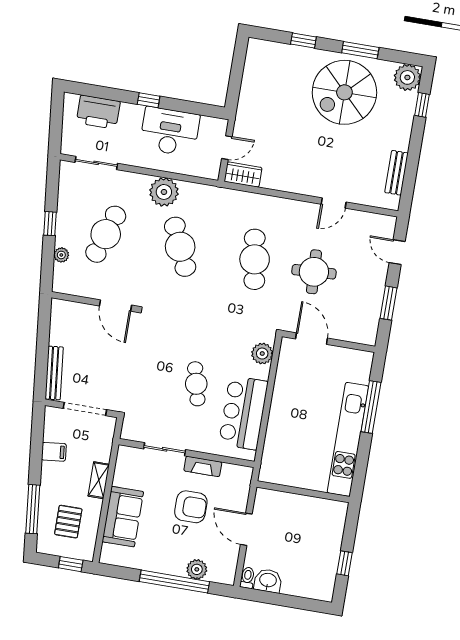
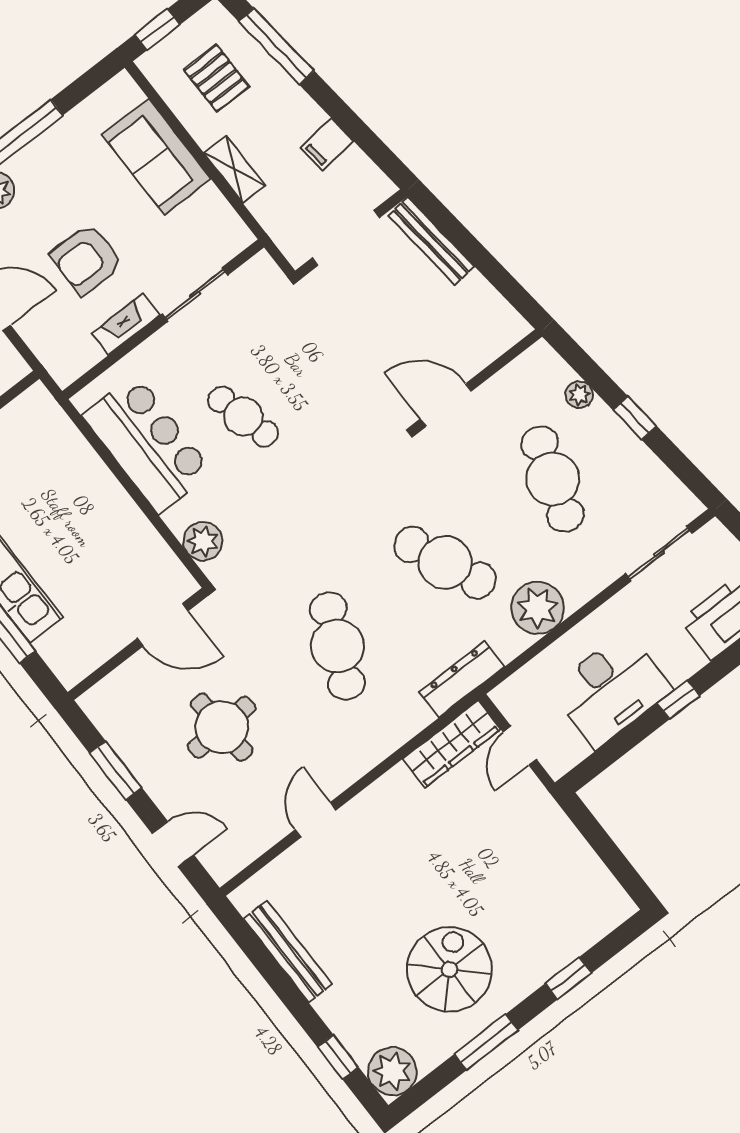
spiral stairs: (344, 92) -> (449, 969), width x0.73, depth x0.73
bench: (396, 173) -> (288, 951), width x1.36
wardrobe: (243, 175) -> (452, 744), width x1.50
dresser: (221, 196) -> (462, 679), added
cafe table: (255, 259) -> (337, 646), turned 33
round table: (314, 272) -> (222, 727), moved

